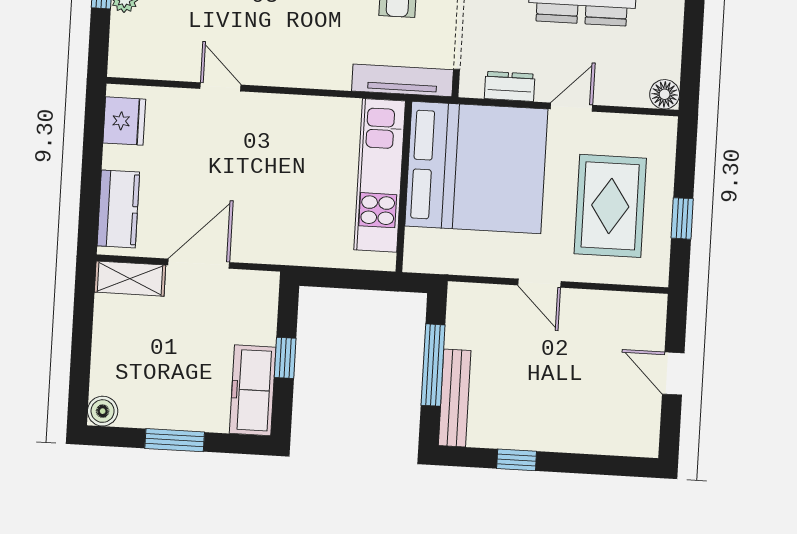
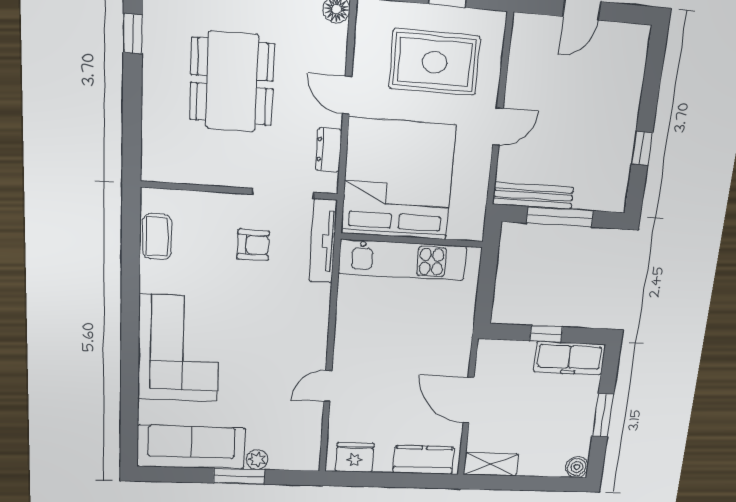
shelving: (130, 279) -> (491, 464), moved, turned 90
bench: (455, 398) -> (533, 196), moved

